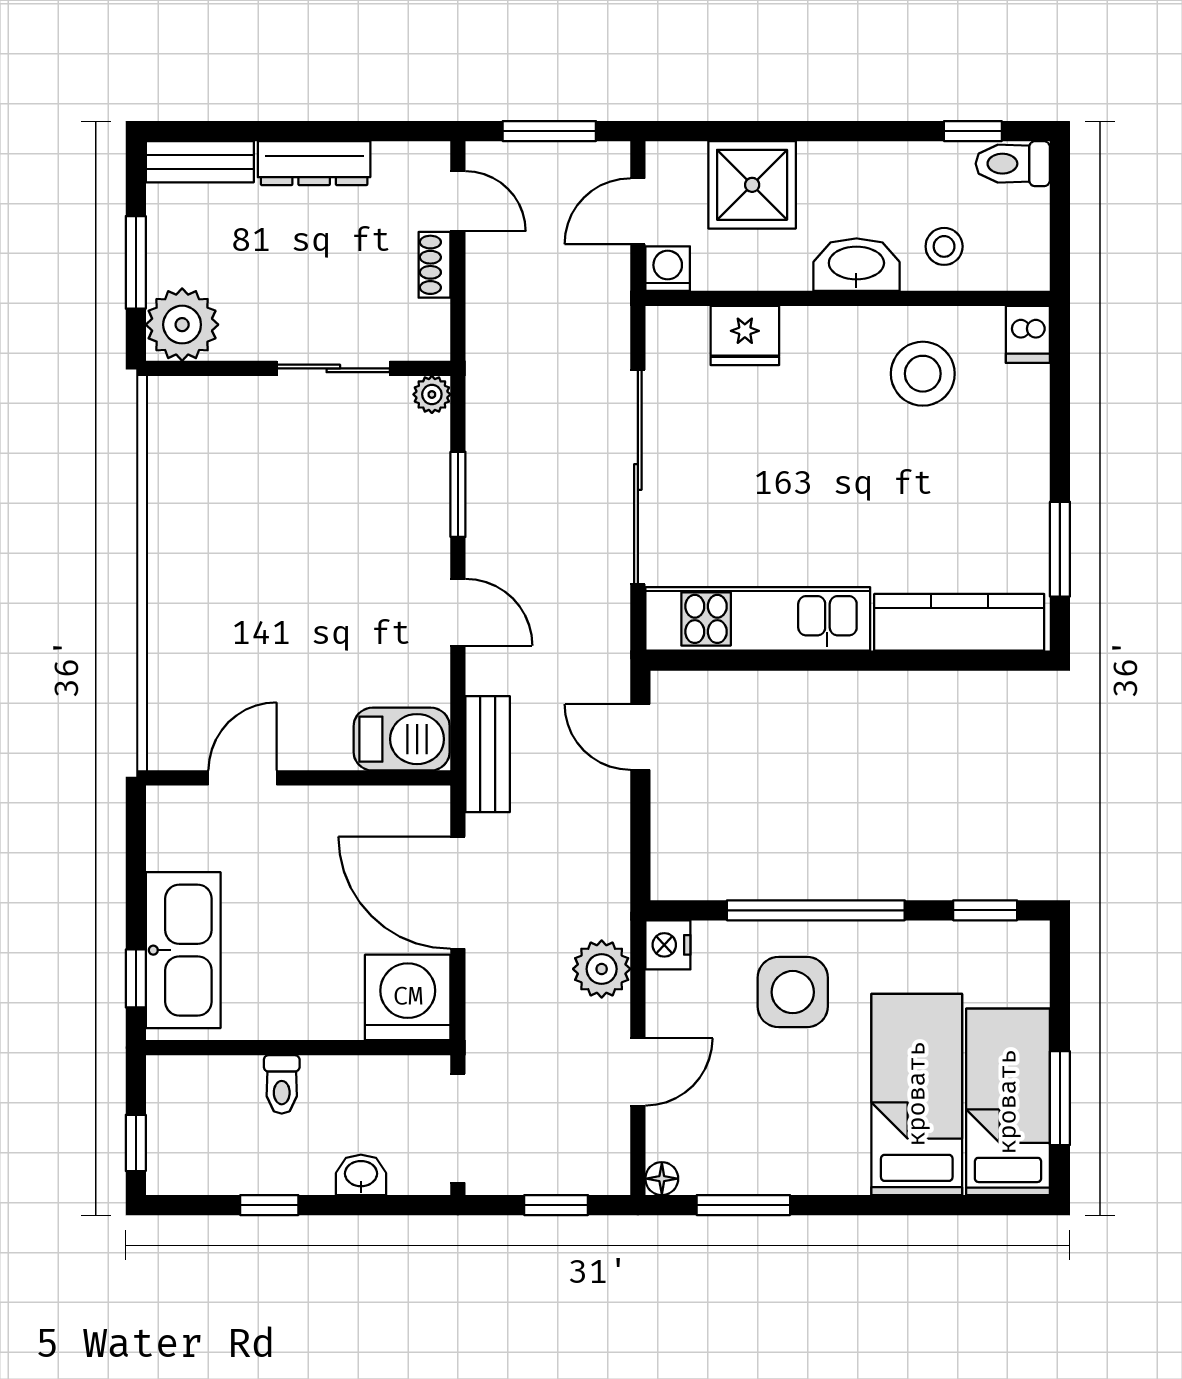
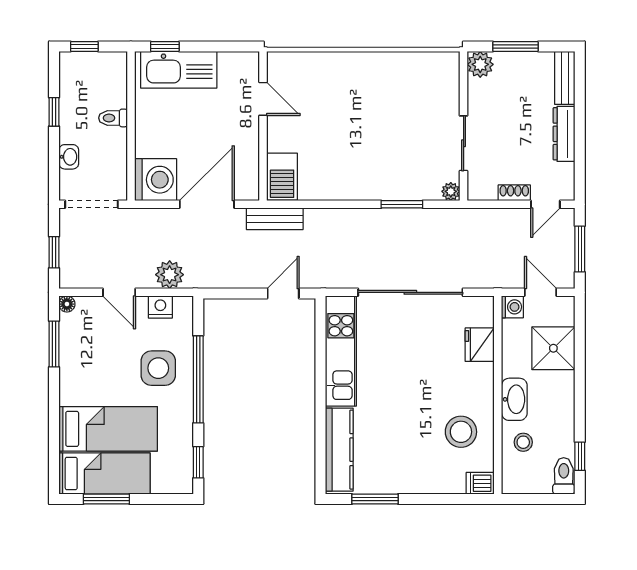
plant: (182, 325) -> (480, 64), width x0.73, depth x0.73
door: (458, 612) -> (344, 204), removed
nightstand: (668, 945) -> (160, 307), moved

